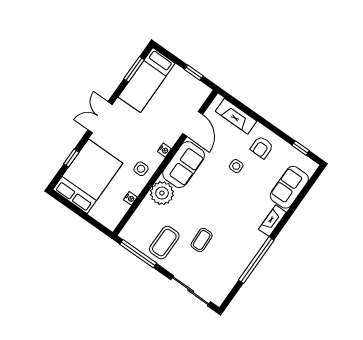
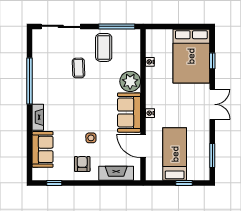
window: (194, 73) -> (184, 183), moved
bed: (147, 80) -> (175, 154), moved
side table: (141, 169) -> (157, 88), removed

